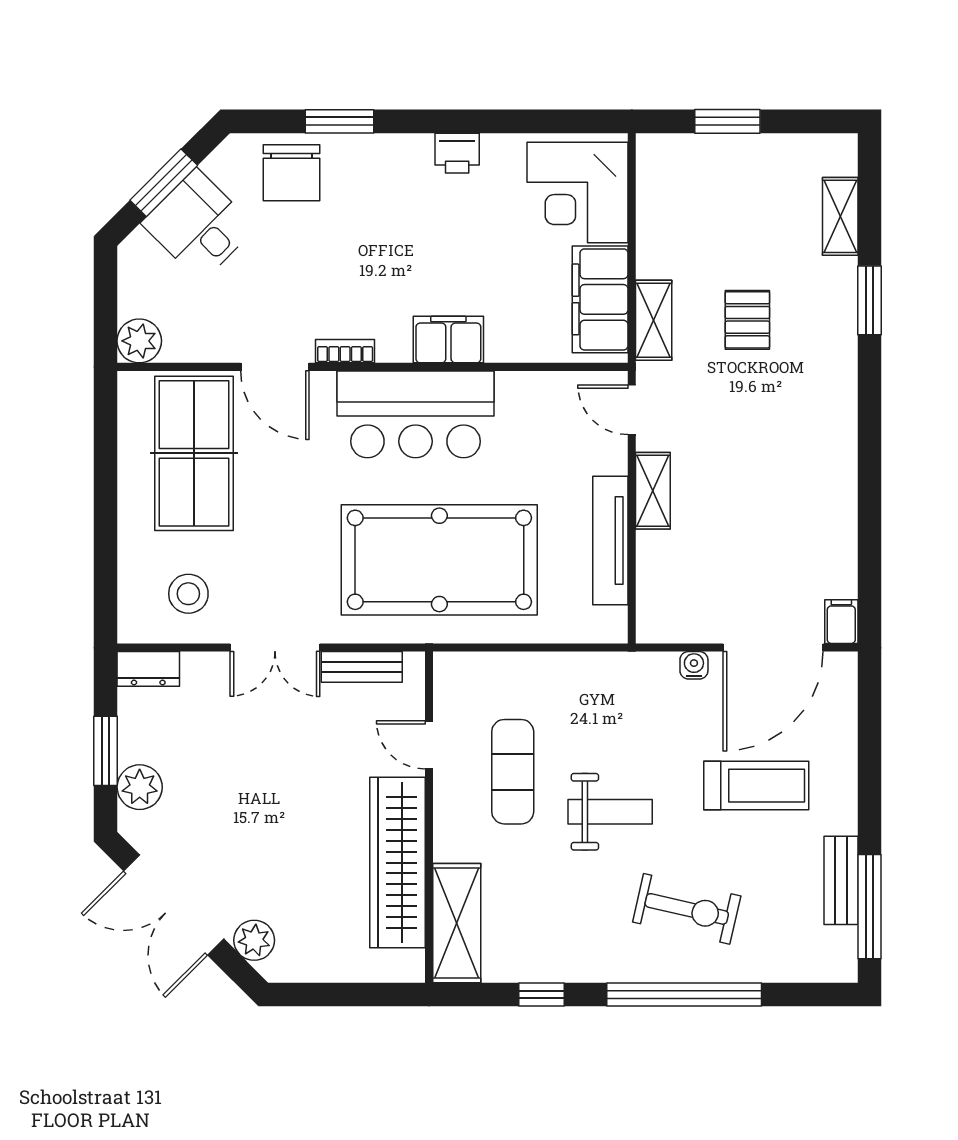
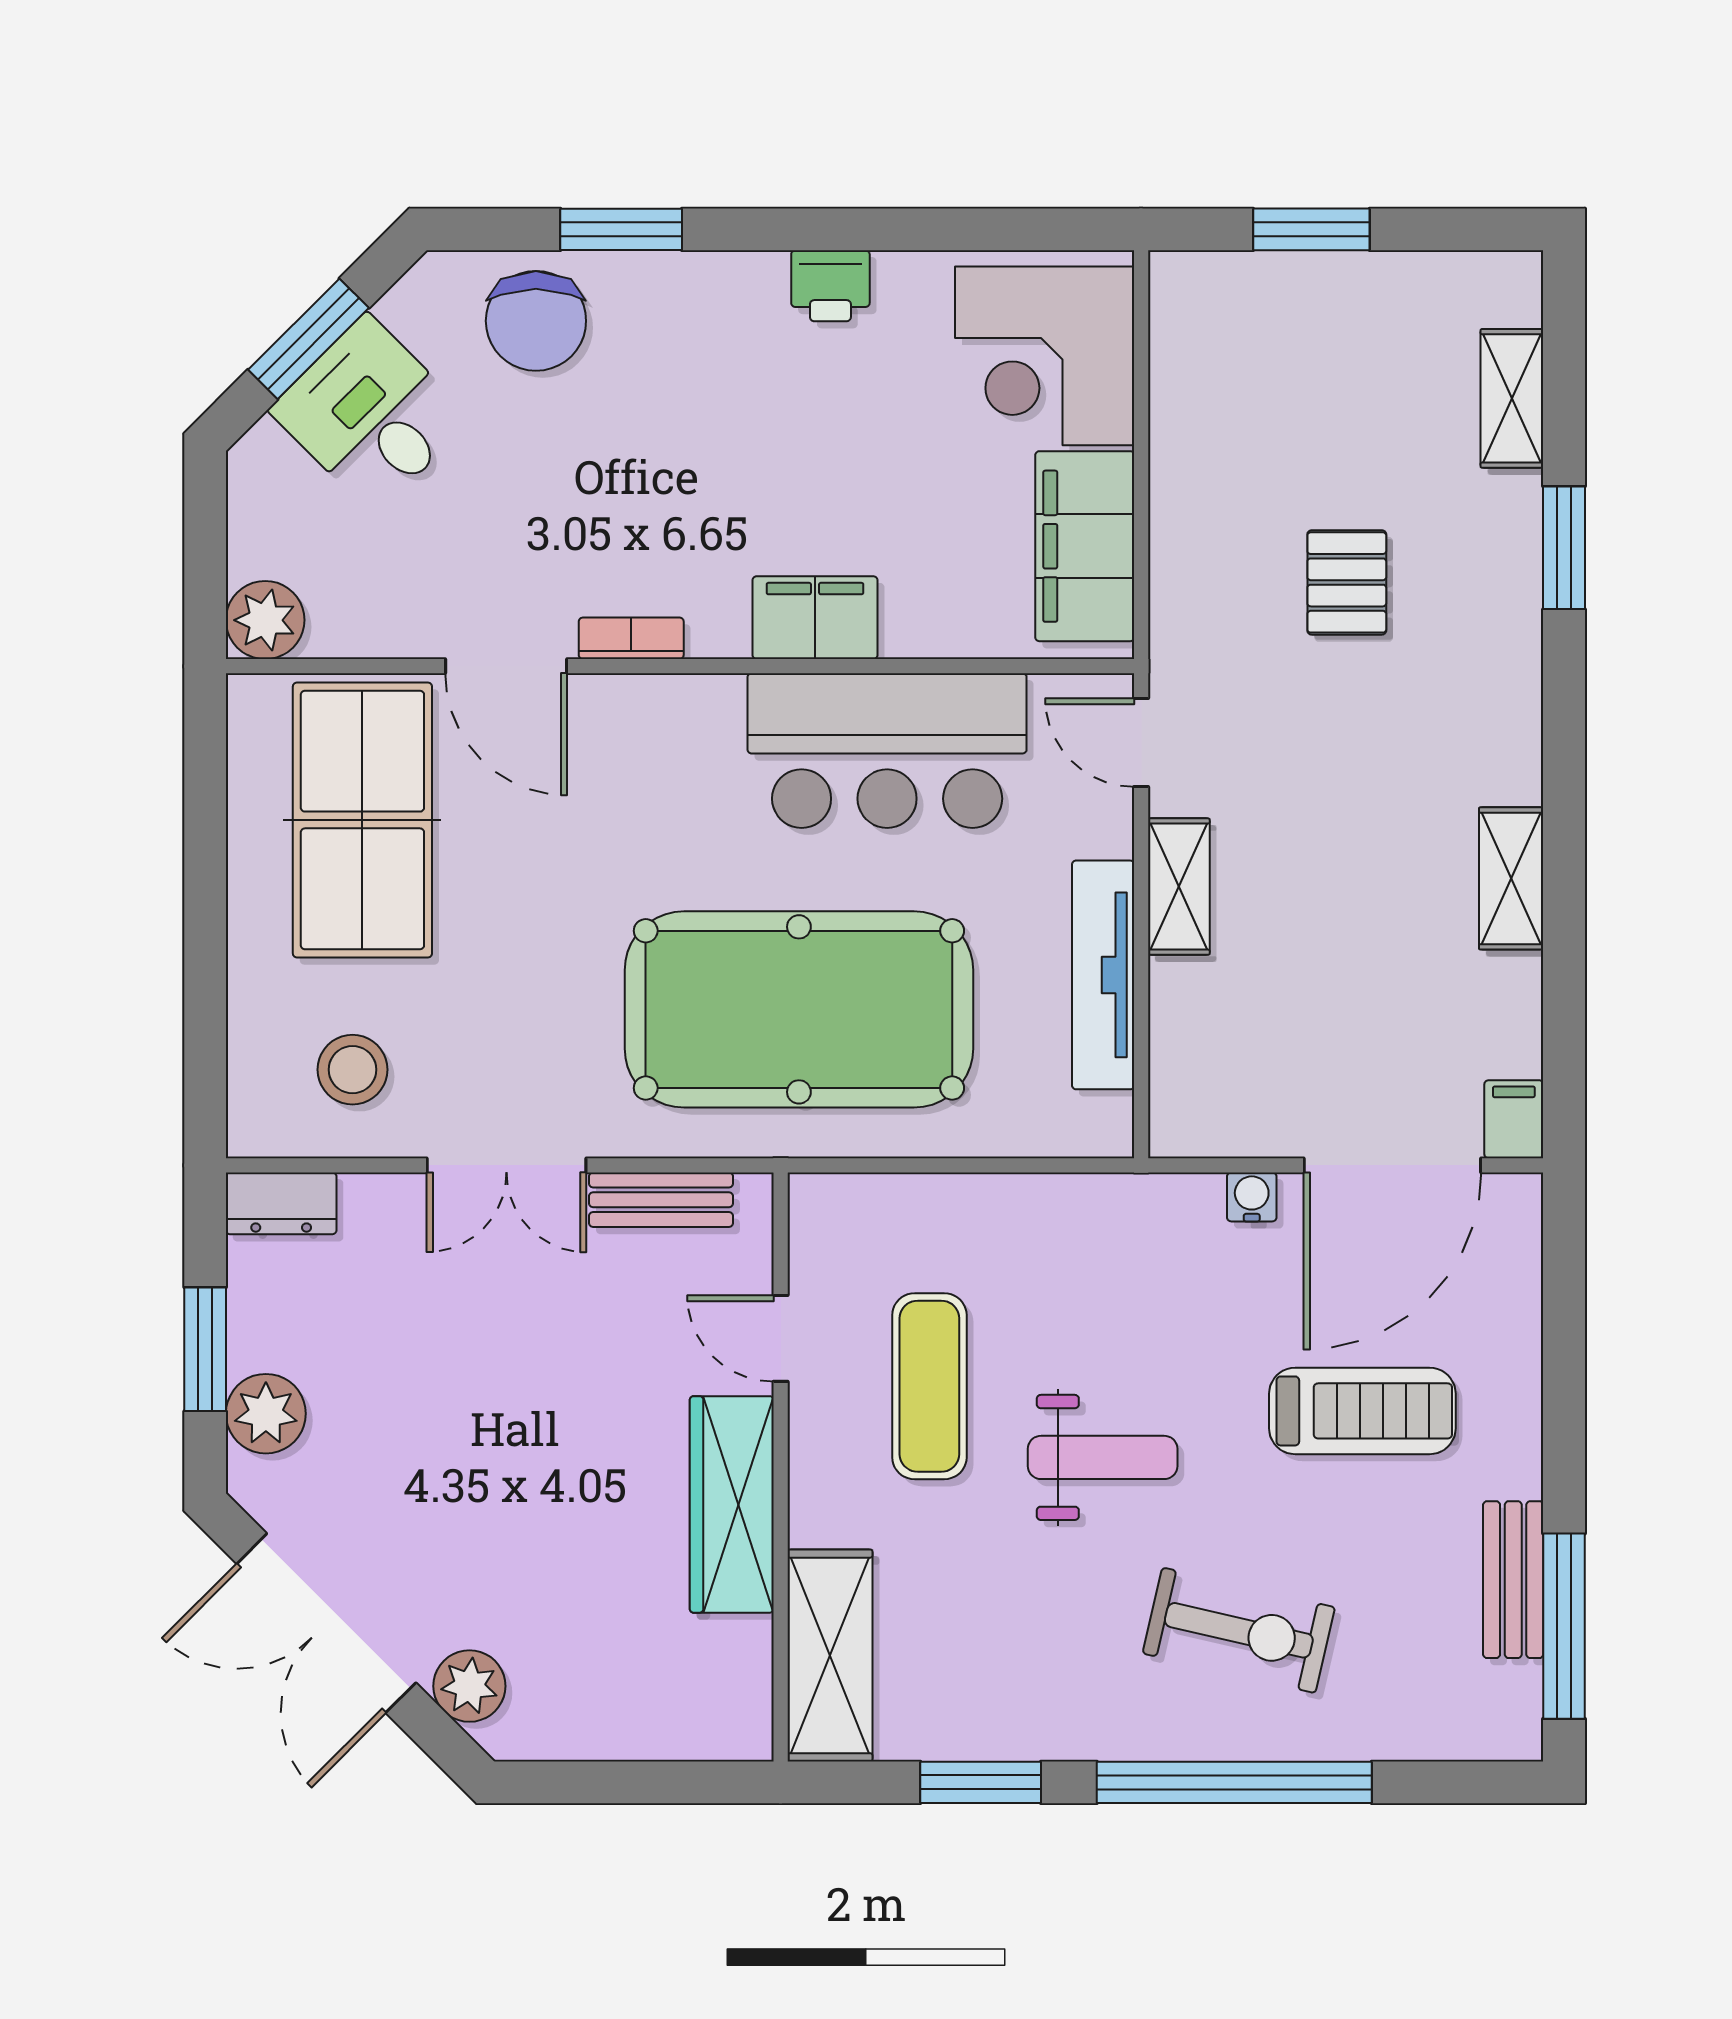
shelving: (654, 320) -> (1511, 878), moved
bar counter: (416, 414) -> (887, 751), moved
wardrobe: (398, 863) -> (732, 1504), width x0.71, depth x0.85
window: (542, 994) -> (981, 1782), width x1.50

